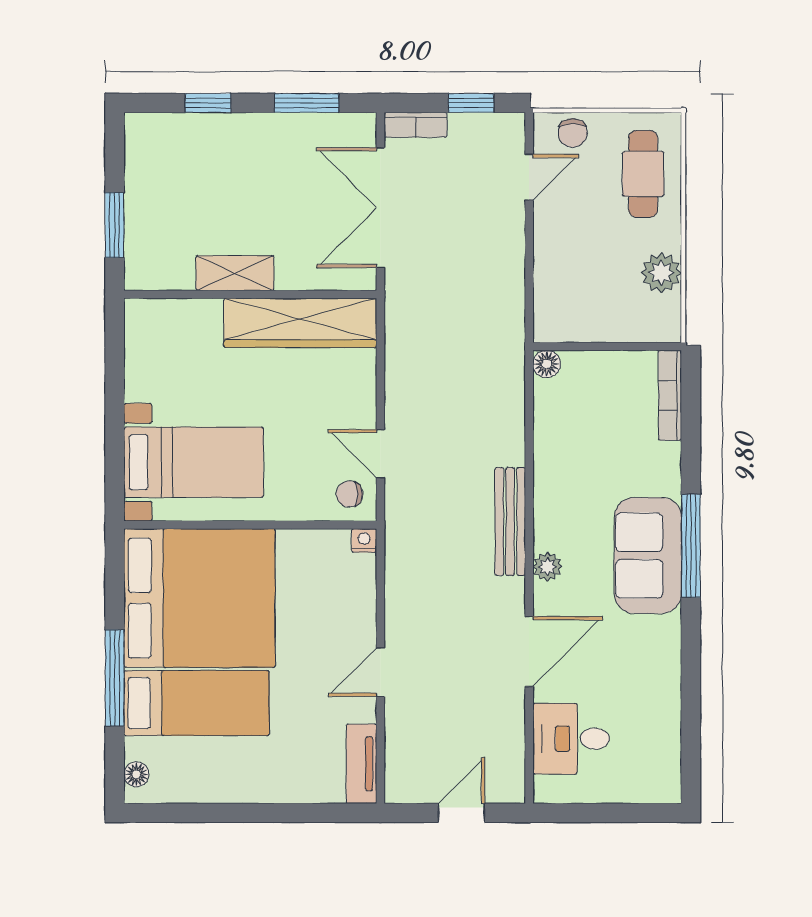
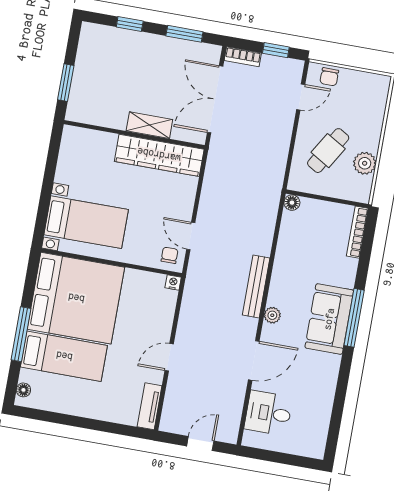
cafe table: (643, 174) -> (328, 151), moved, turned 31
shelving: (235, 273) -> (149, 125), moved
chair: (349, 494) -> (170, 255), turned 90

